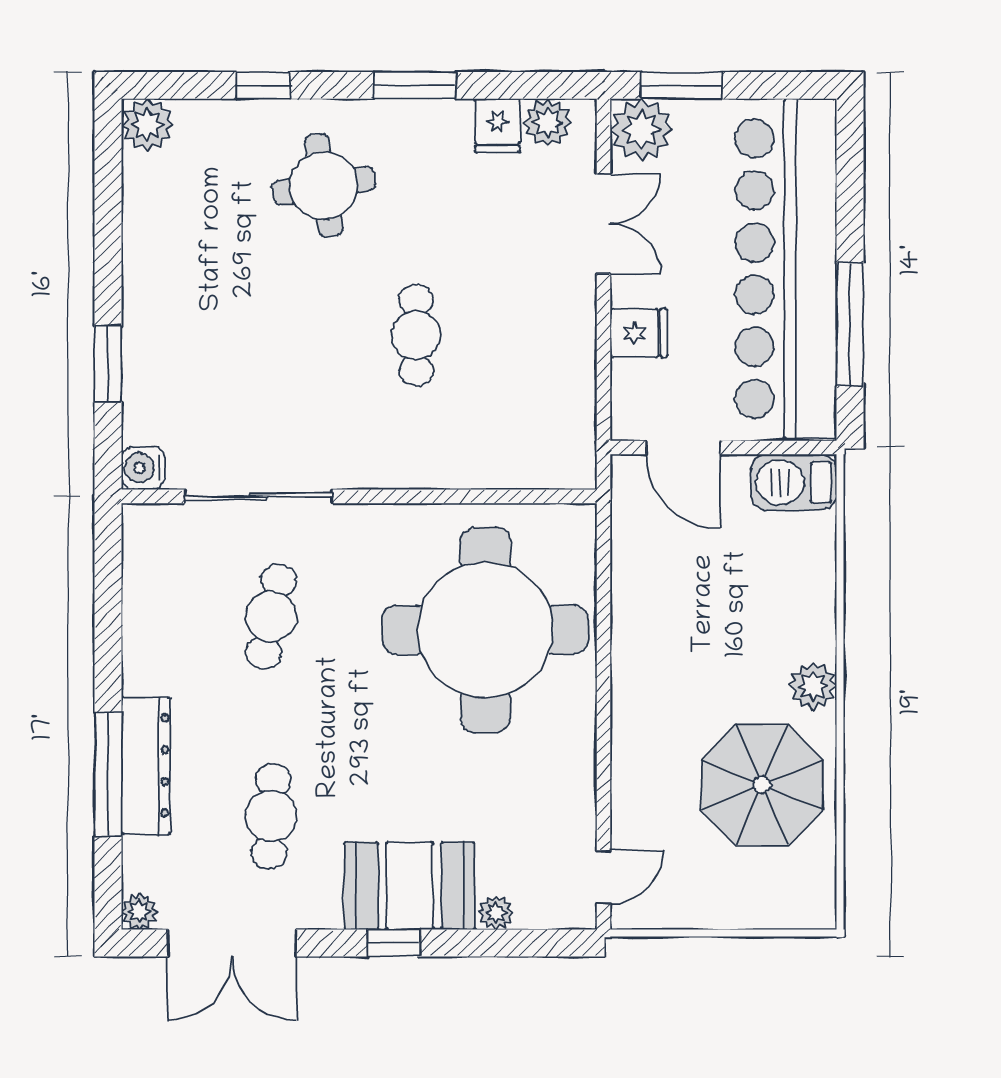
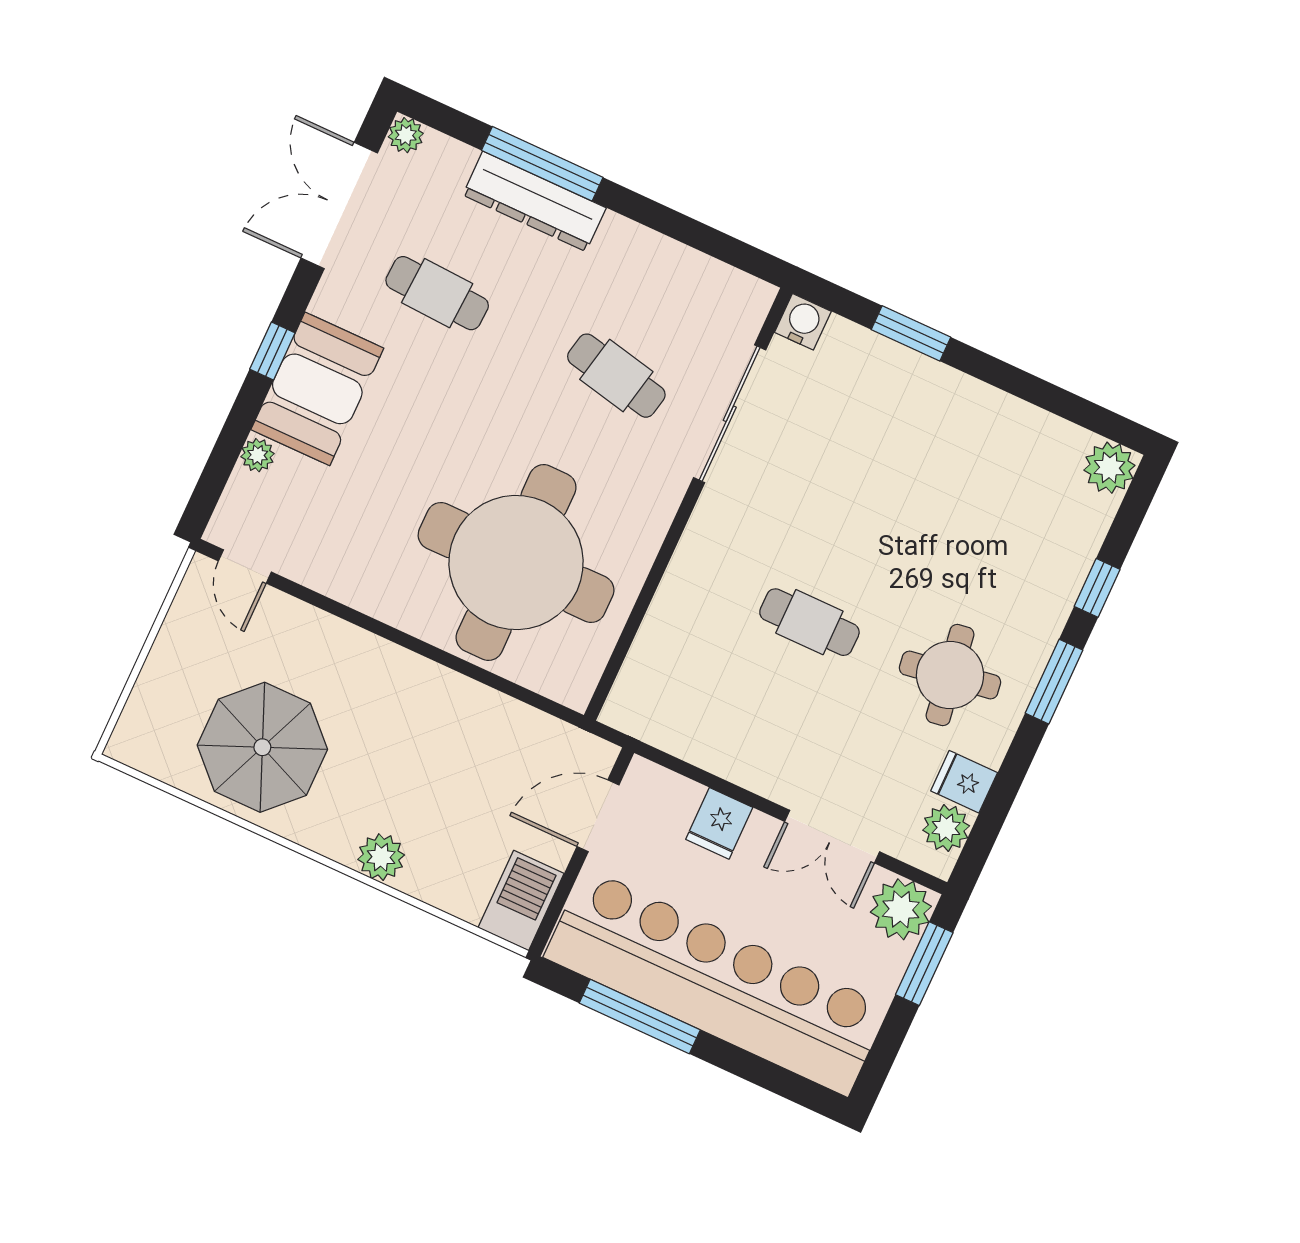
window: (415, 85) -> (1054, 682), moved
round table: (324, 186) -> (950, 675), moved
plant: (813, 686) -> (381, 857), moved

